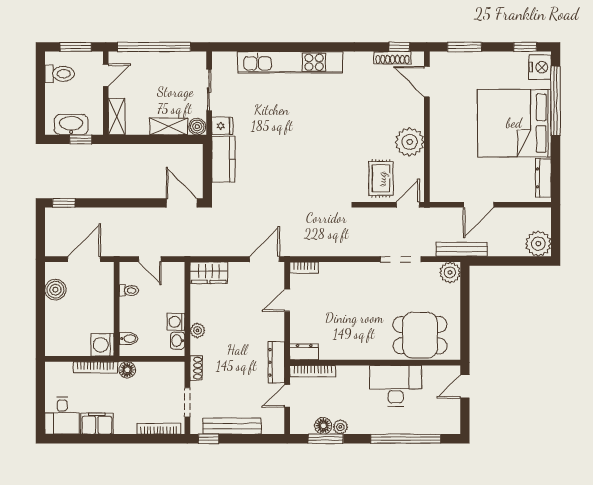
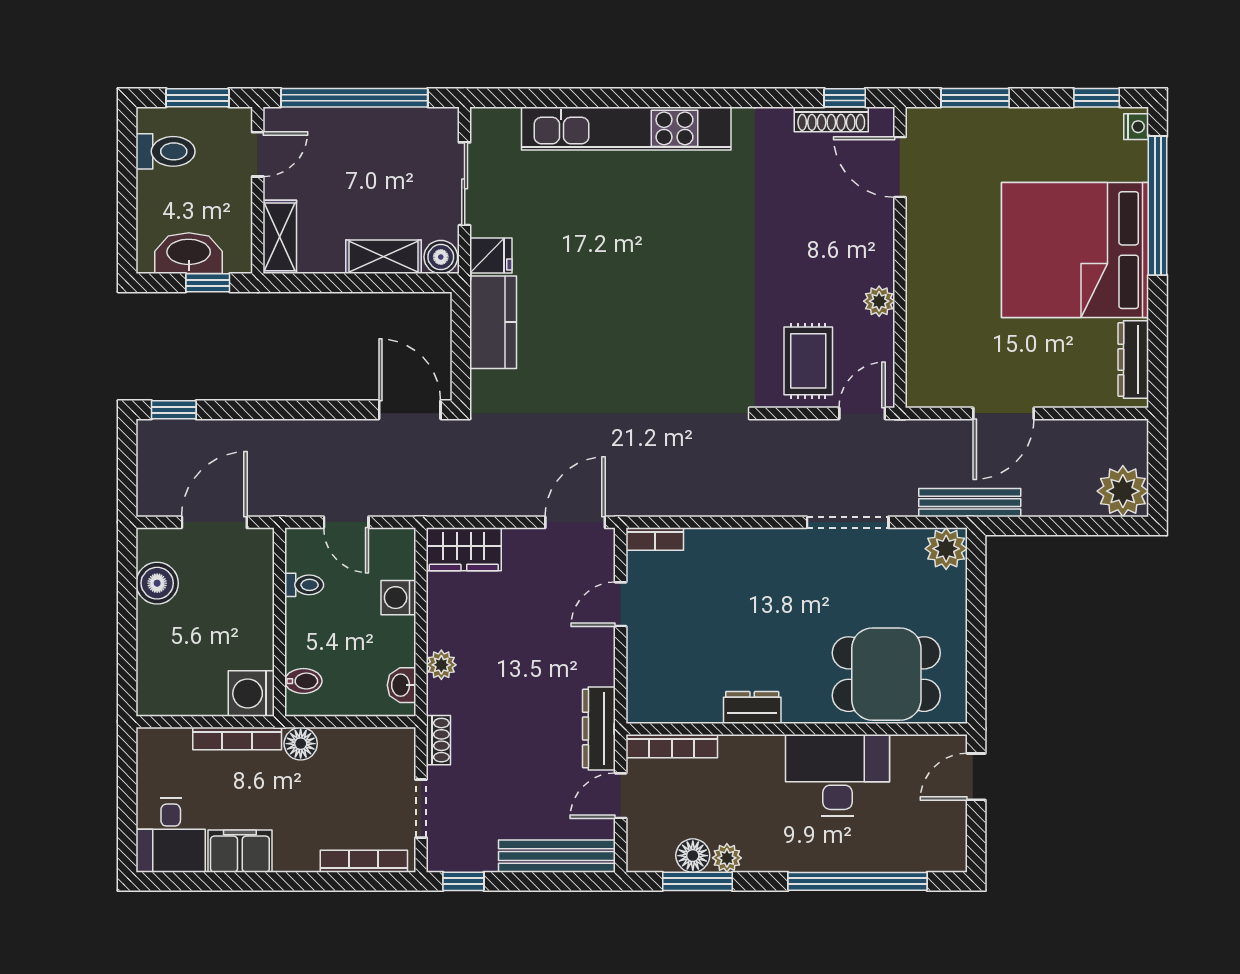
nightstand: (540, 67) -> (1136, 127), width x0.53, depth x0.56
plant: (410, 142) -> (879, 301), width x0.53, depth x0.53
washing machine: (176, 322) -> (398, 598), moved
dresser: (304, 352) -> (752, 707), moved
bench: (232, 426) -> (557, 856), moved

